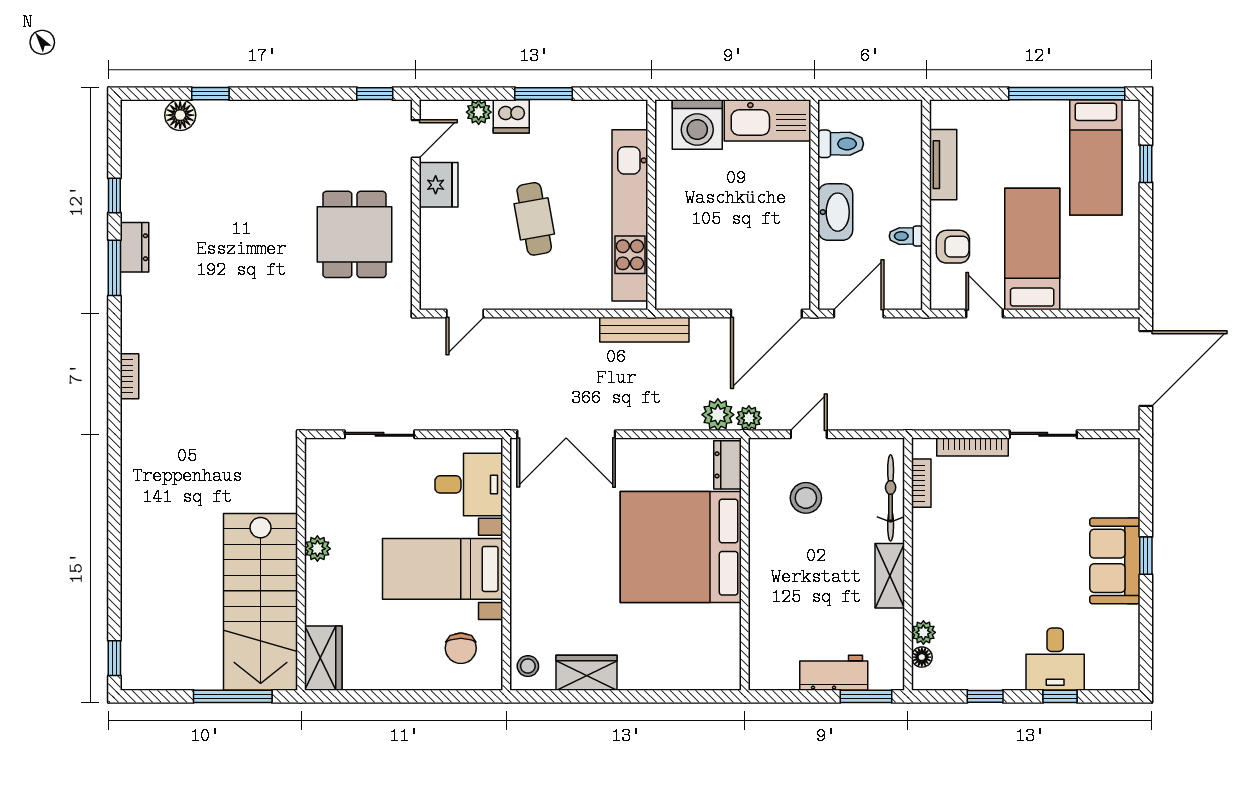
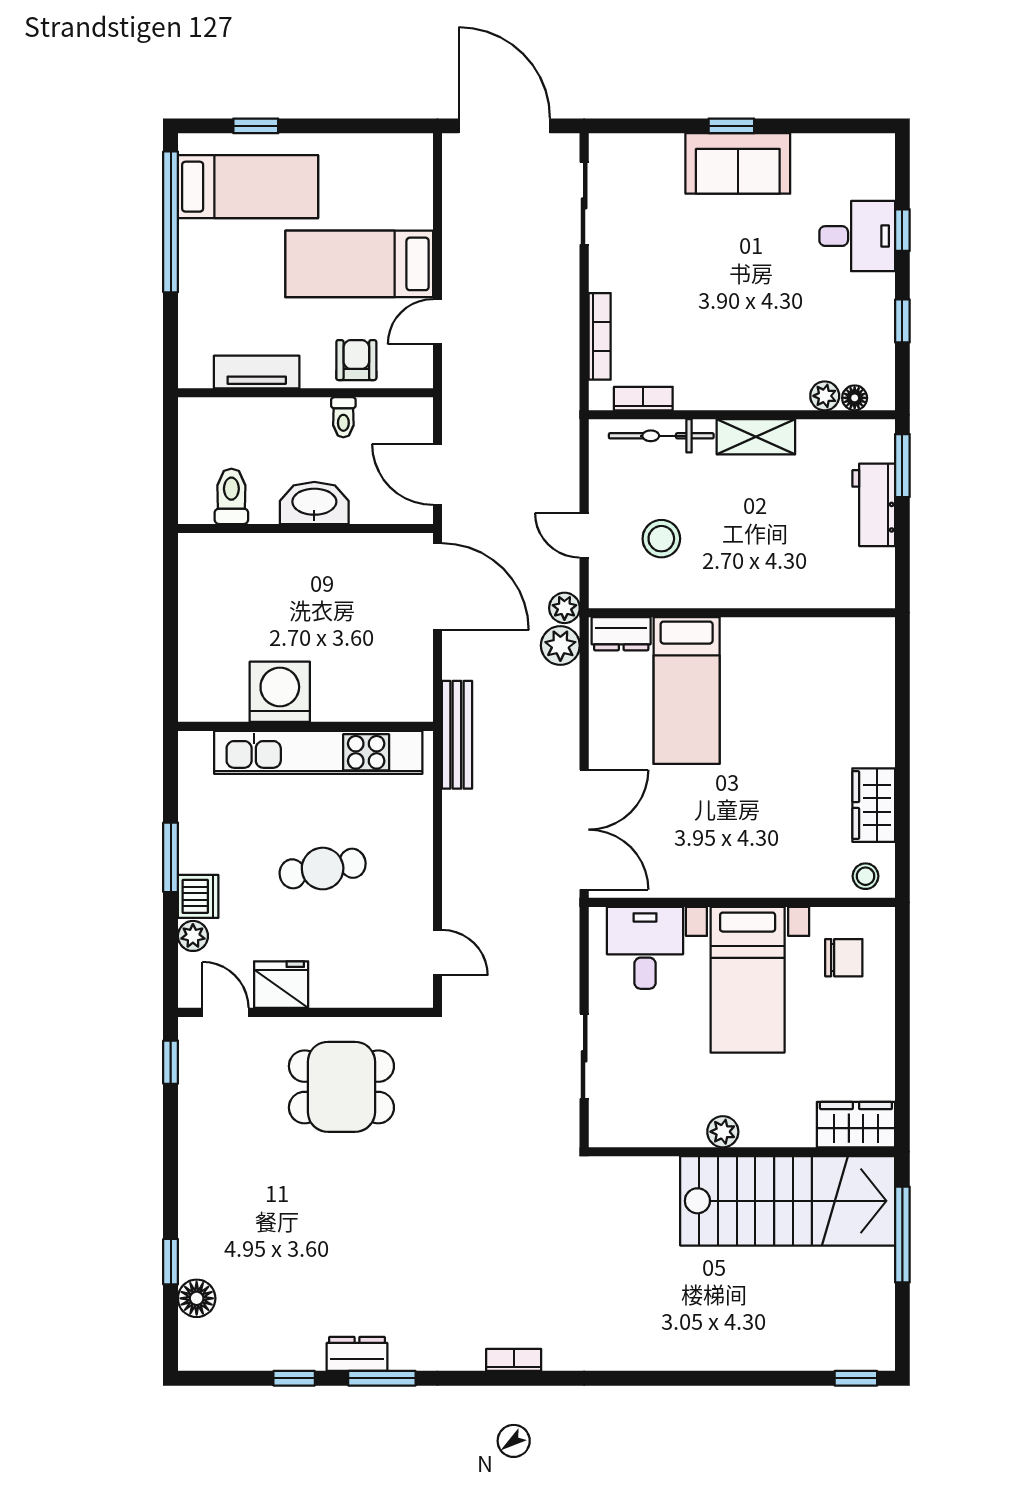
kitchen sink: (768, 120) -> (203, 585), removed
washing machine: (697, 125) -> (280, 692), moved, turned -90
sliding door: (1043, 434) -> (584, 203), moved
bed: (681, 547) -> (687, 691), width x0.49

